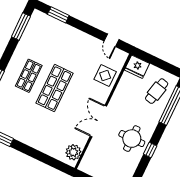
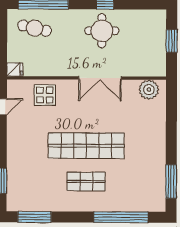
fridge: (137, 67) -> (15, 69), width x0.53, depth x0.75
shop shelf: (54, 88) -> (86, 146), width x1.40

